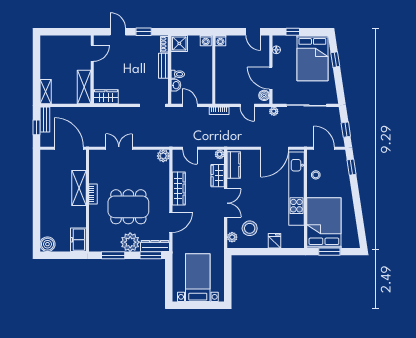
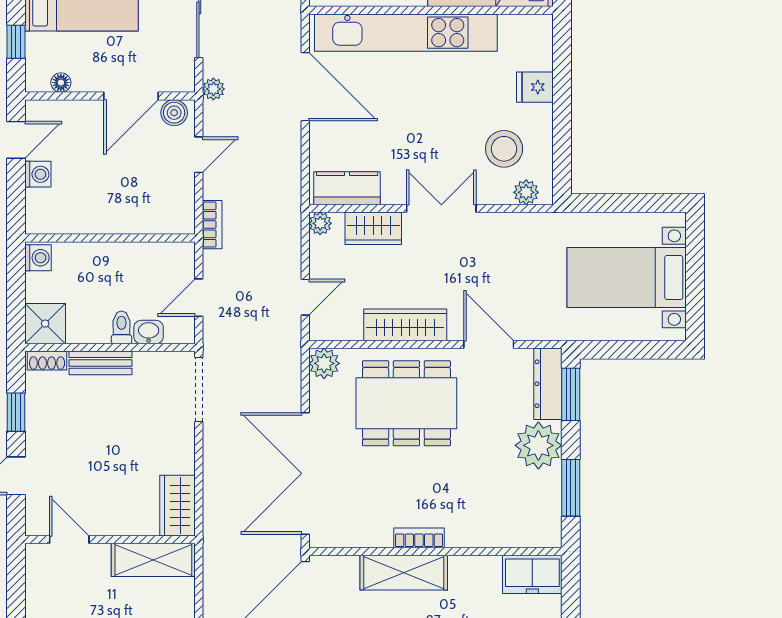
washing machine: (220, 41) -> (38, 174), moved
double door: (119, 148) -> (305, 473), width x1.87
dining table: (128, 207) -> (406, 403), moved, turned 90

